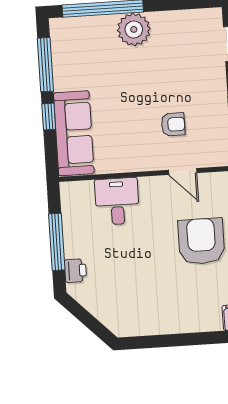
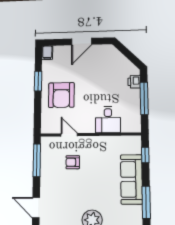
window: (49, 117) -> (145, 155), moved
sofa: (74, 133) -> (131, 179), moved
door: (172, 340) -> (82, 42), added

